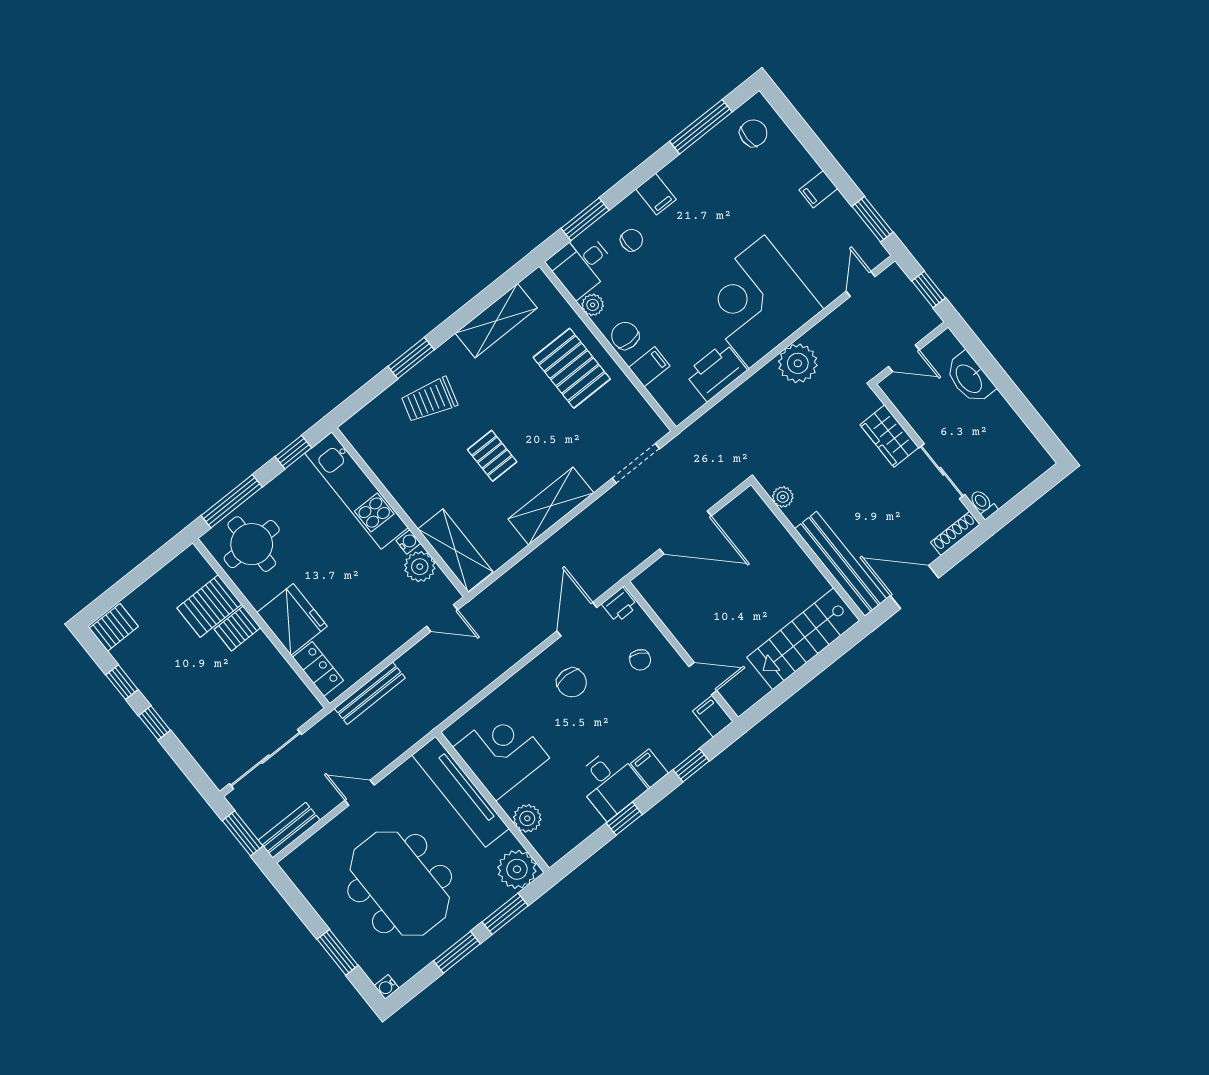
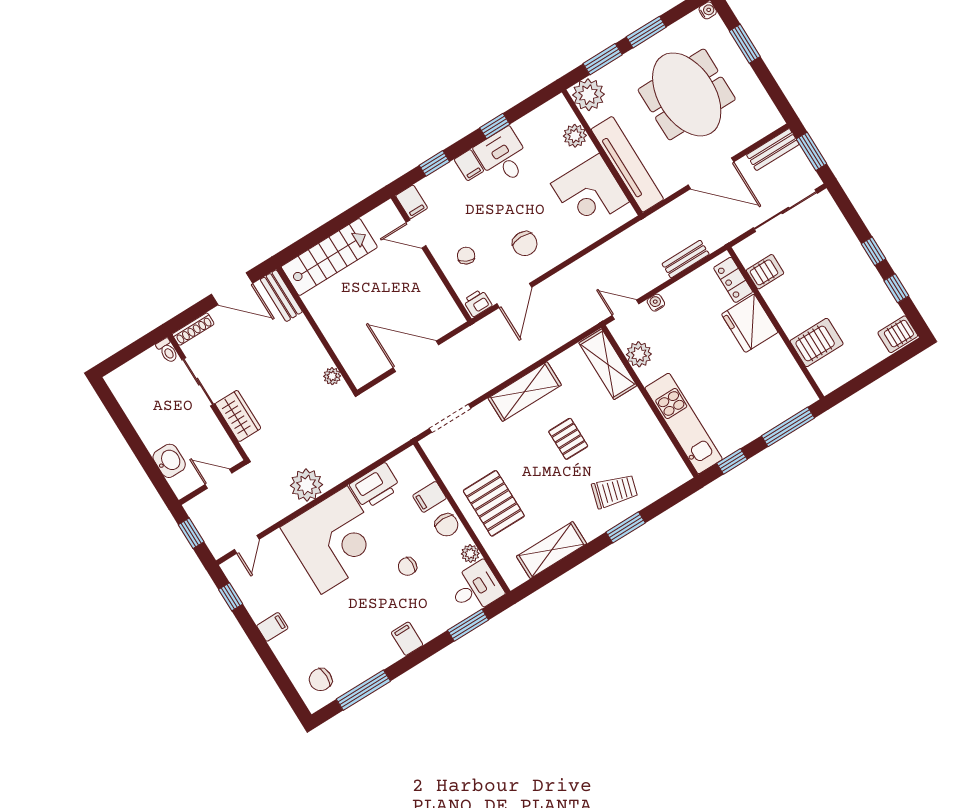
window: (873, 219) -> (231, 597), width x0.67
chair: (632, 240) -> (407, 566), moved
washbasin: (970, 378) -> (169, 461), width x0.72
water cooler: (408, 542) -> (656, 303), moved, turned 90
round table: (252, 544) -> (776, 390), removed
bench: (841, 564) -> (281, 296), width x0.54, depth x0.82
server rack: (237, 629) -> (765, 272), moved
chair: (572, 683) -> (525, 244), turned 180
bench: (370, 693) -> (686, 259), width x0.73
door: (360, 793) -> (711, 173), width x1.88

